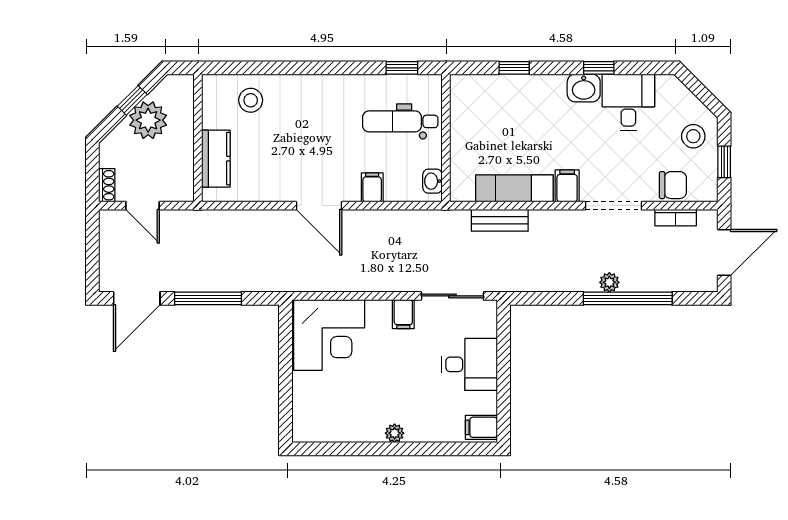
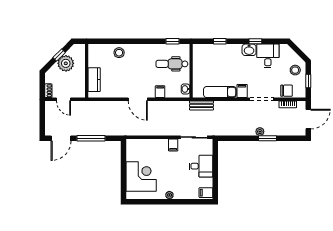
stool: (251, 100) -> (119, 53), moved
bench: (500, 220) -> (201, 105), moved
window: (628, 298) -> (268, 138), width x0.47
corner desk: (329, 335) -> (141, 176), moved, turned -90

